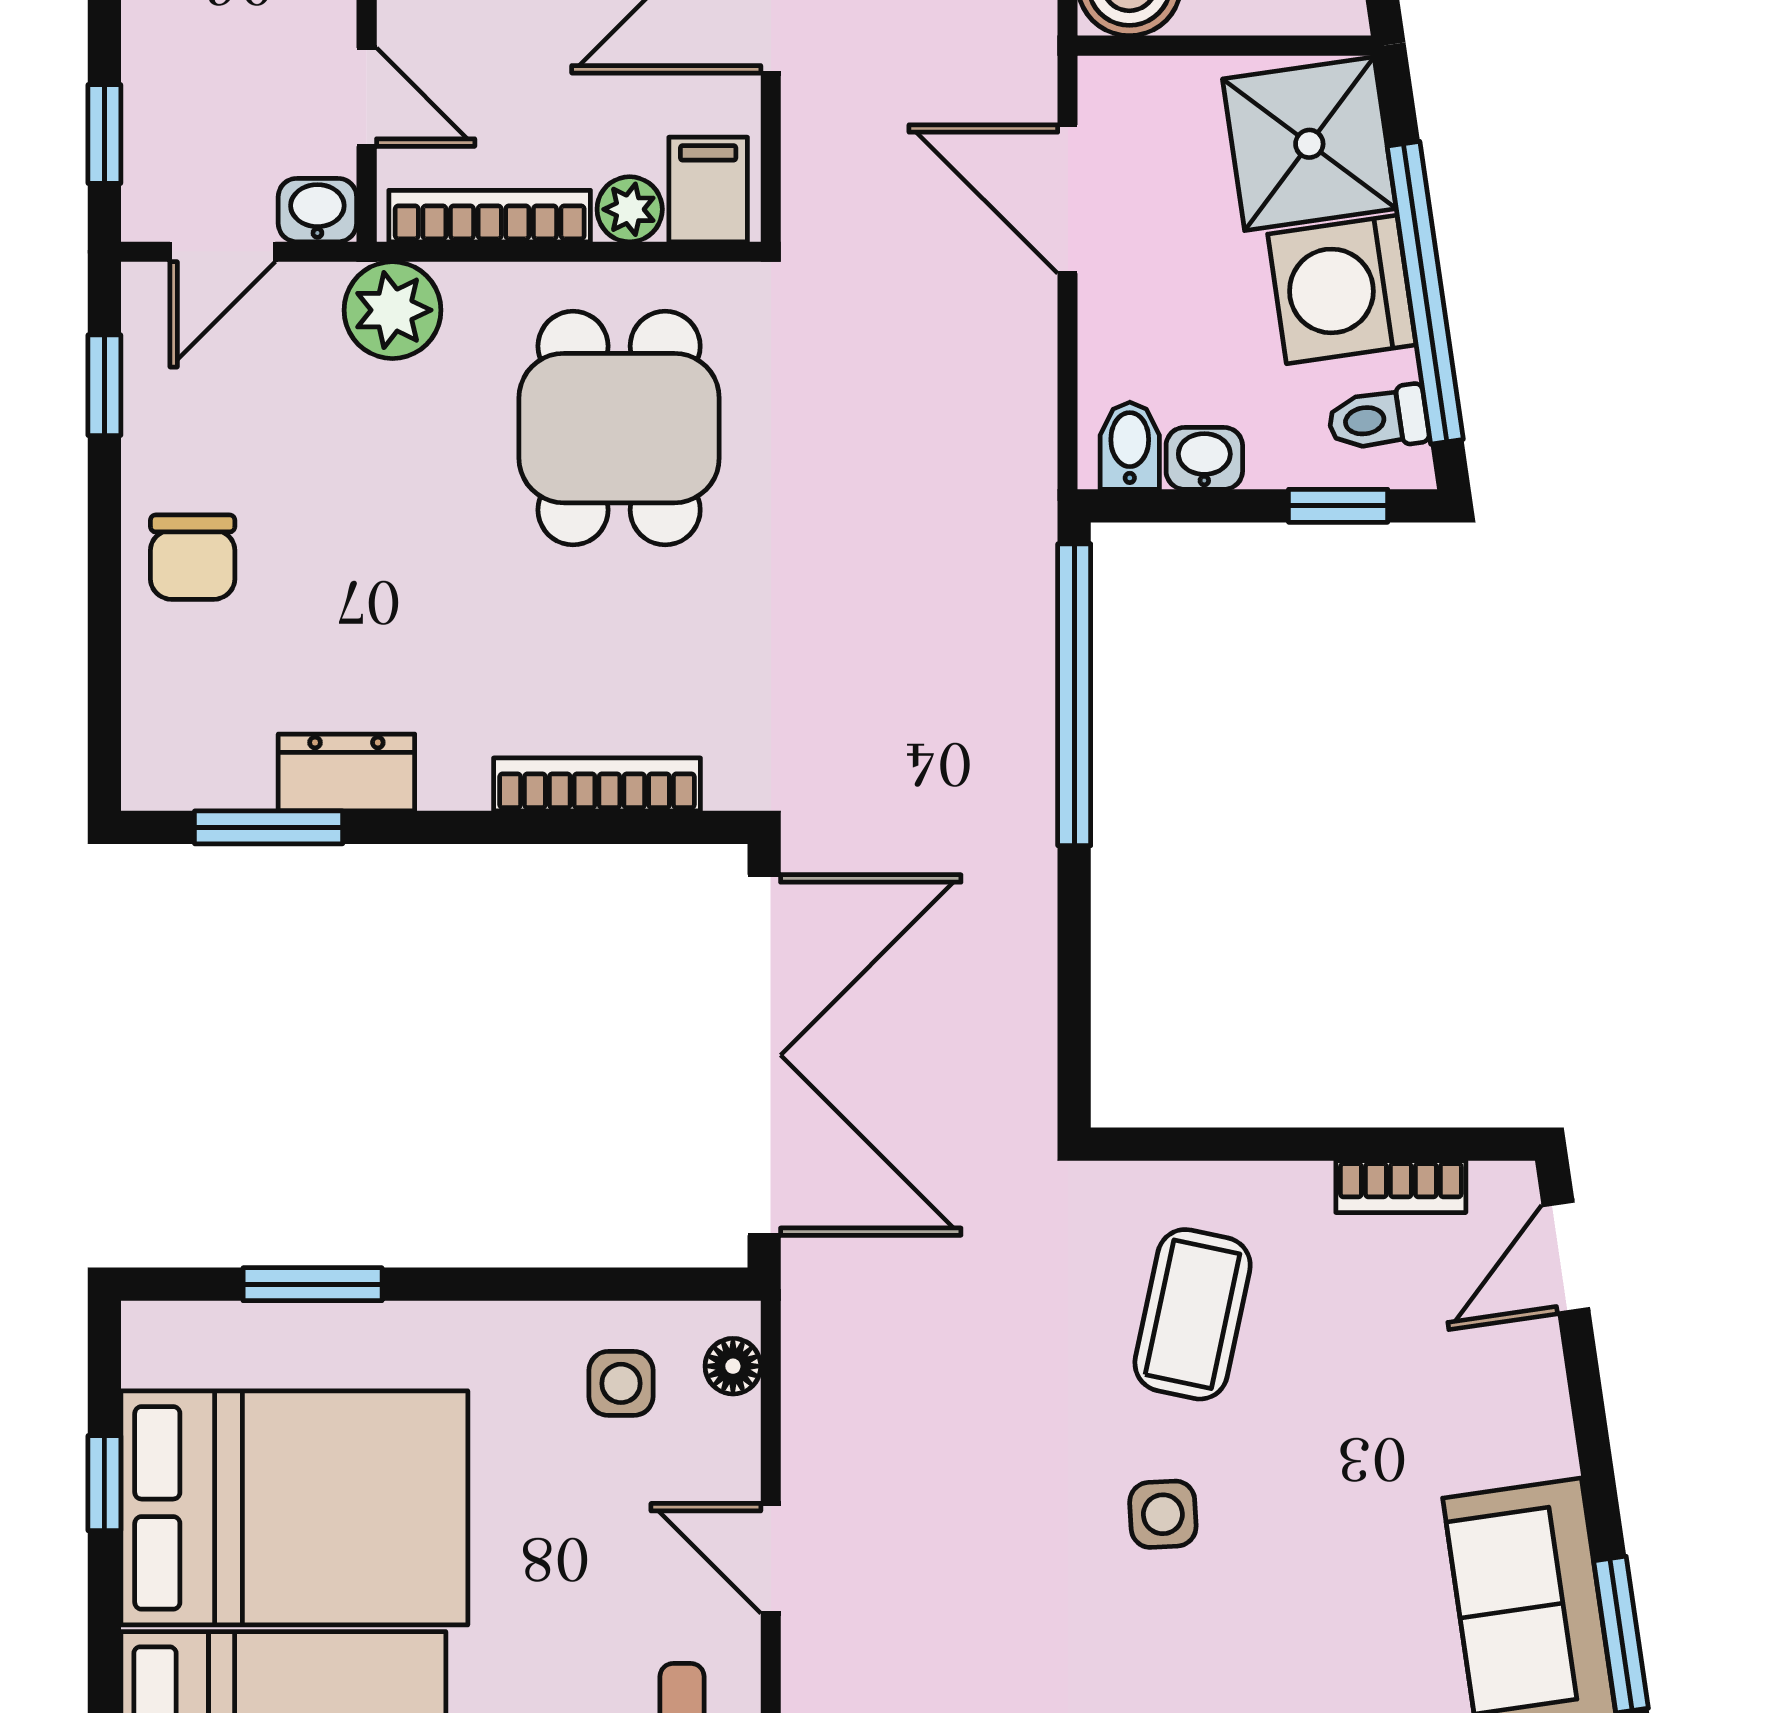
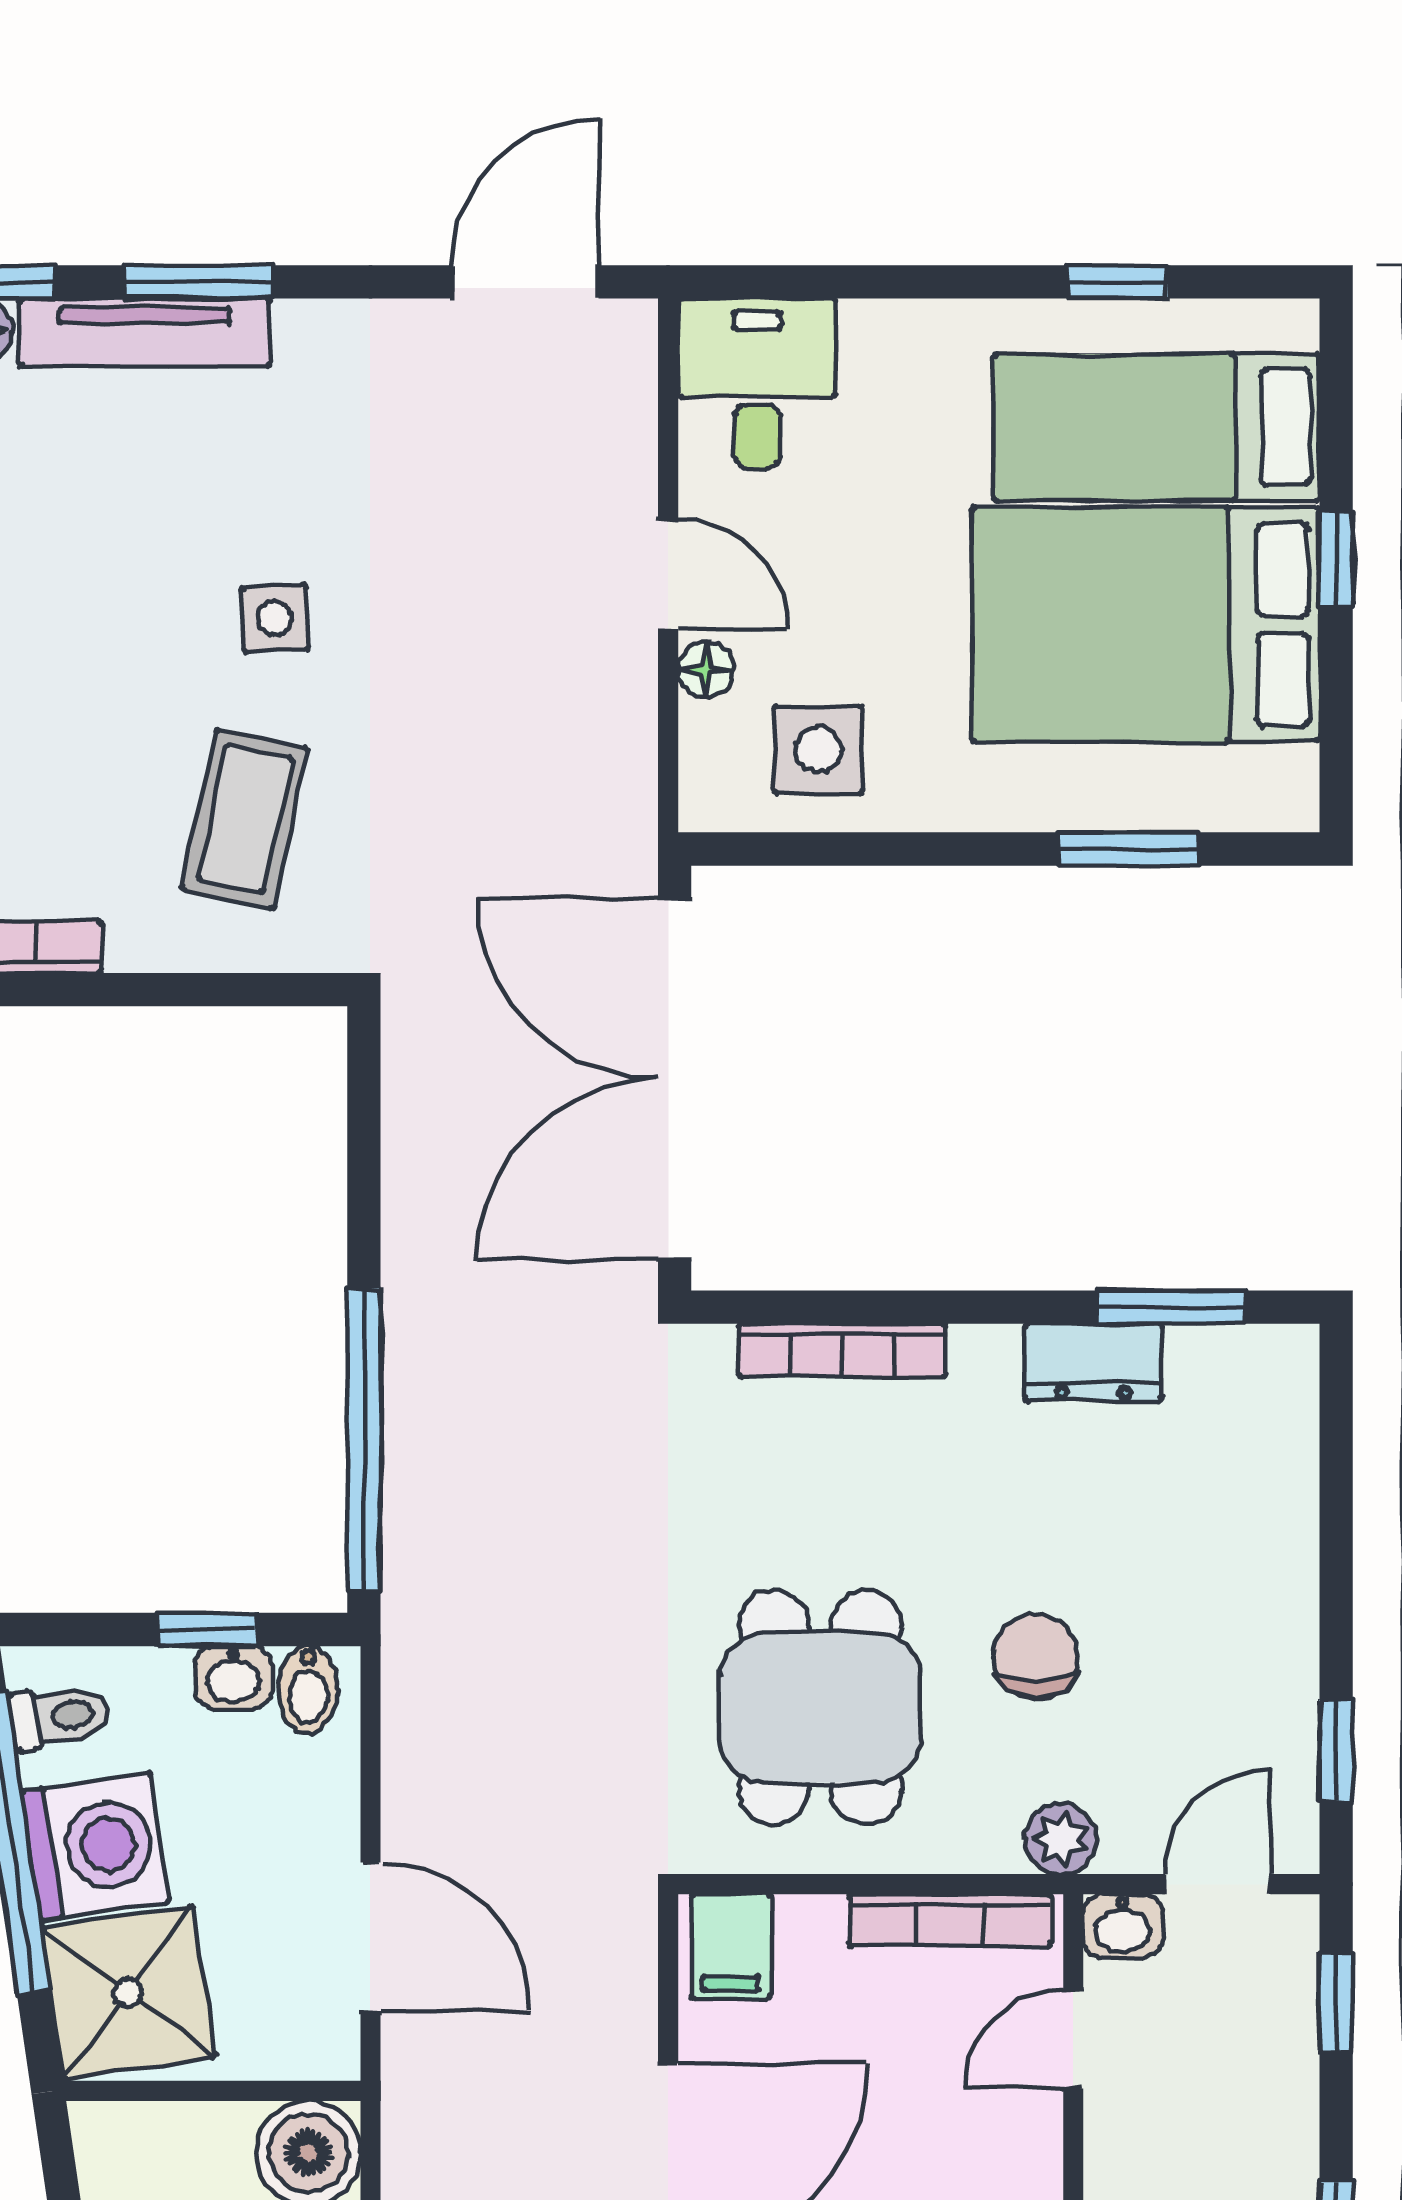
door: (367, 97) -> (1073, 2039), hinge flipped
plant: (630, 209) -> (809, 1927), removed
plant: (392, 310) -> (1061, 1839), width x0.73, depth x0.73
window: (1338, 506) -> (207, 1629), moved
chair: (193, 557) -> (1036, 1656), moved
floor lamp: (733, 1366) -> (706, 669), moved
side table: (621, 1383) -> (818, 750), width x1.37, depth x1.37
window: (104, 1483) -> (1336, 559), moved

